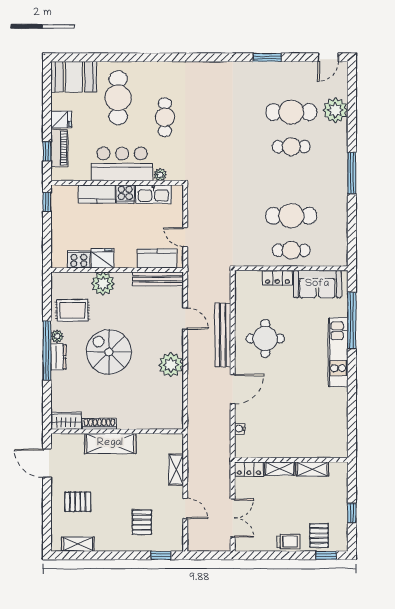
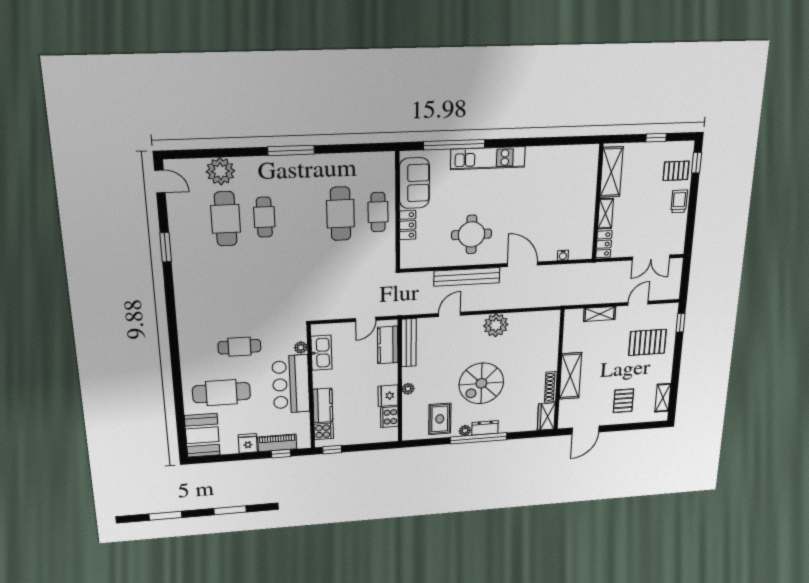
cooker: (125, 194) -> (324, 431), moved
plant: (103, 284) -> (408, 389), width x0.53, depth x0.53
shelving: (312, 469) -> (611, 172), width x1.50, depth x1.33
double door: (233, 518) -> (651, 258), swing flipped
pallet: (142, 522) -> (648, 342), width x1.50, depth x1.42

